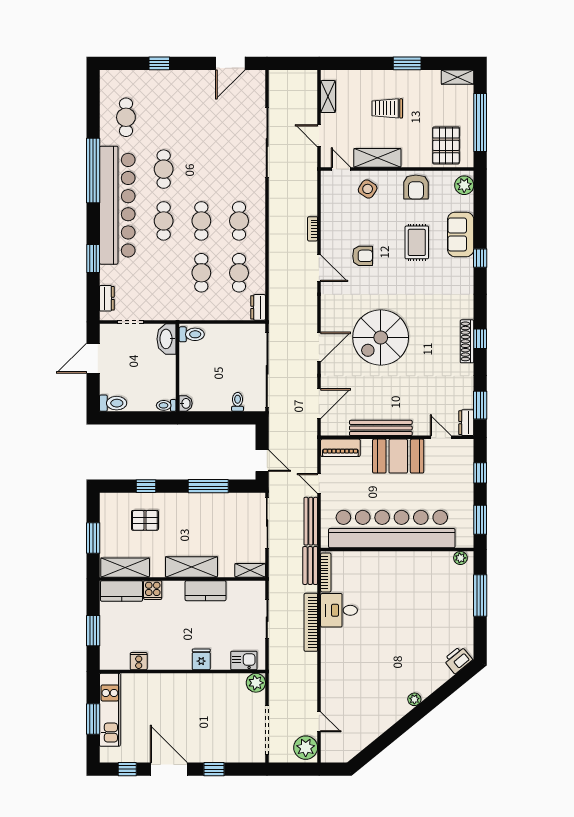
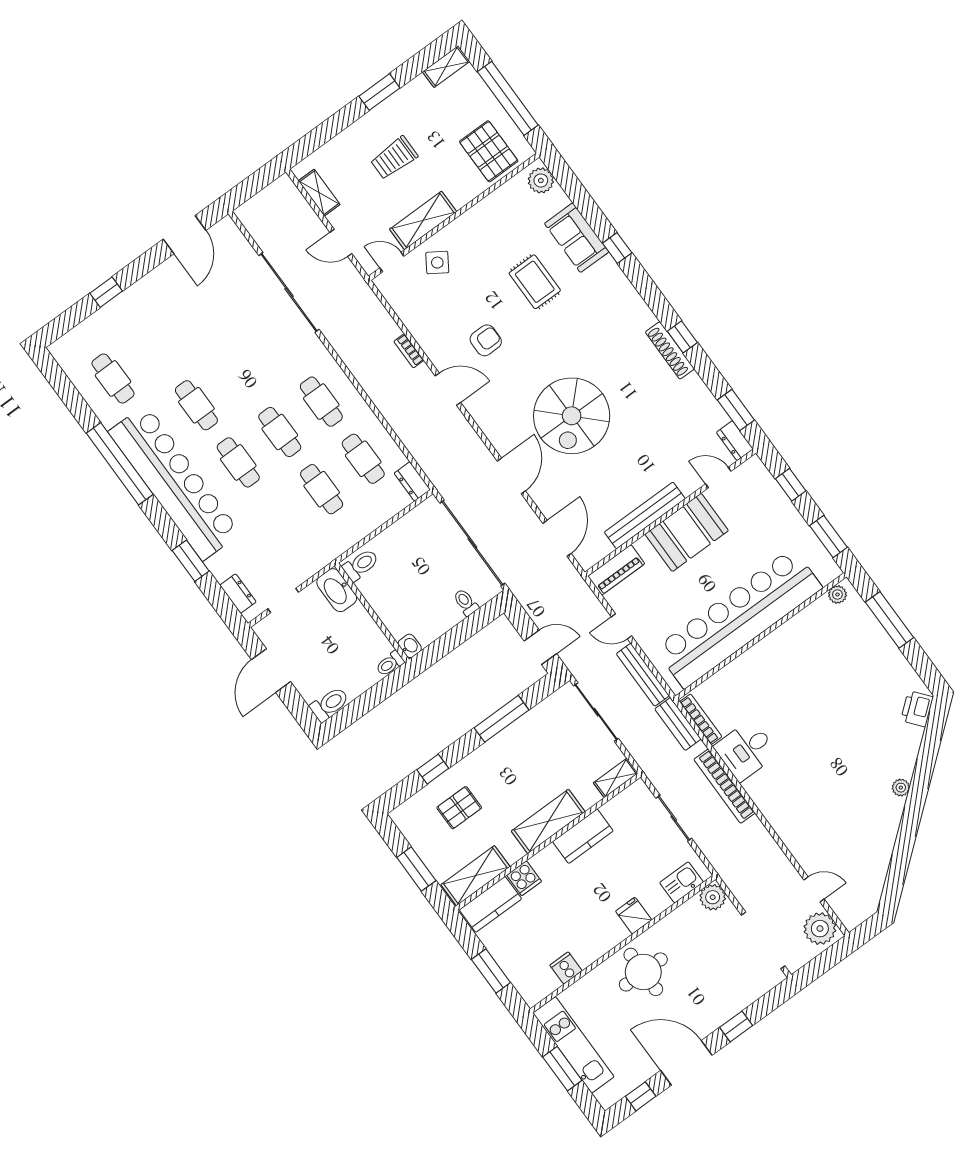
armchair: (416, 187) -> (489, 221), removed
round table: (183, 697) -> (643, 972), added

